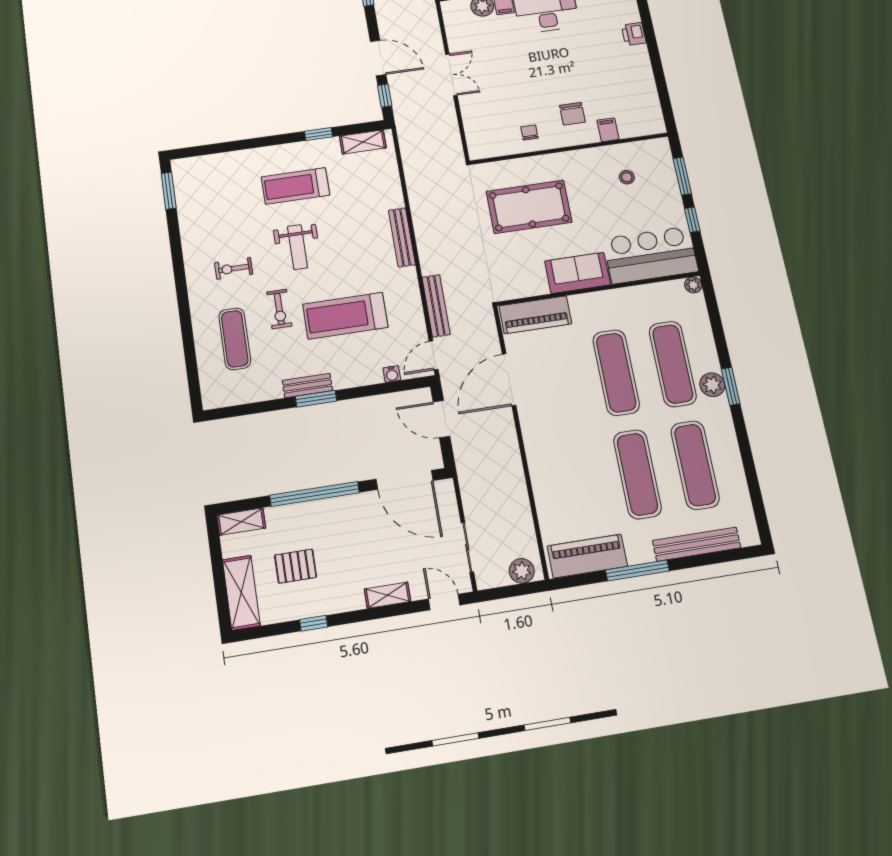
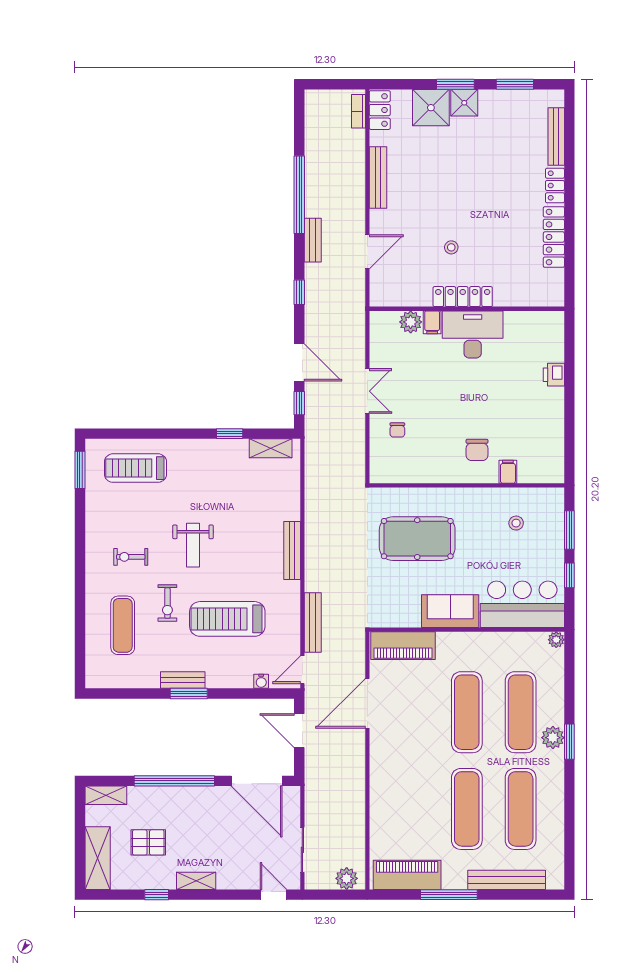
chair: (529, 132) -> (397, 430), moved, turned 180
treadmill: (295, 186) -> (135, 468), moved
shelving: (388, 595) -> (196, 881), moved

